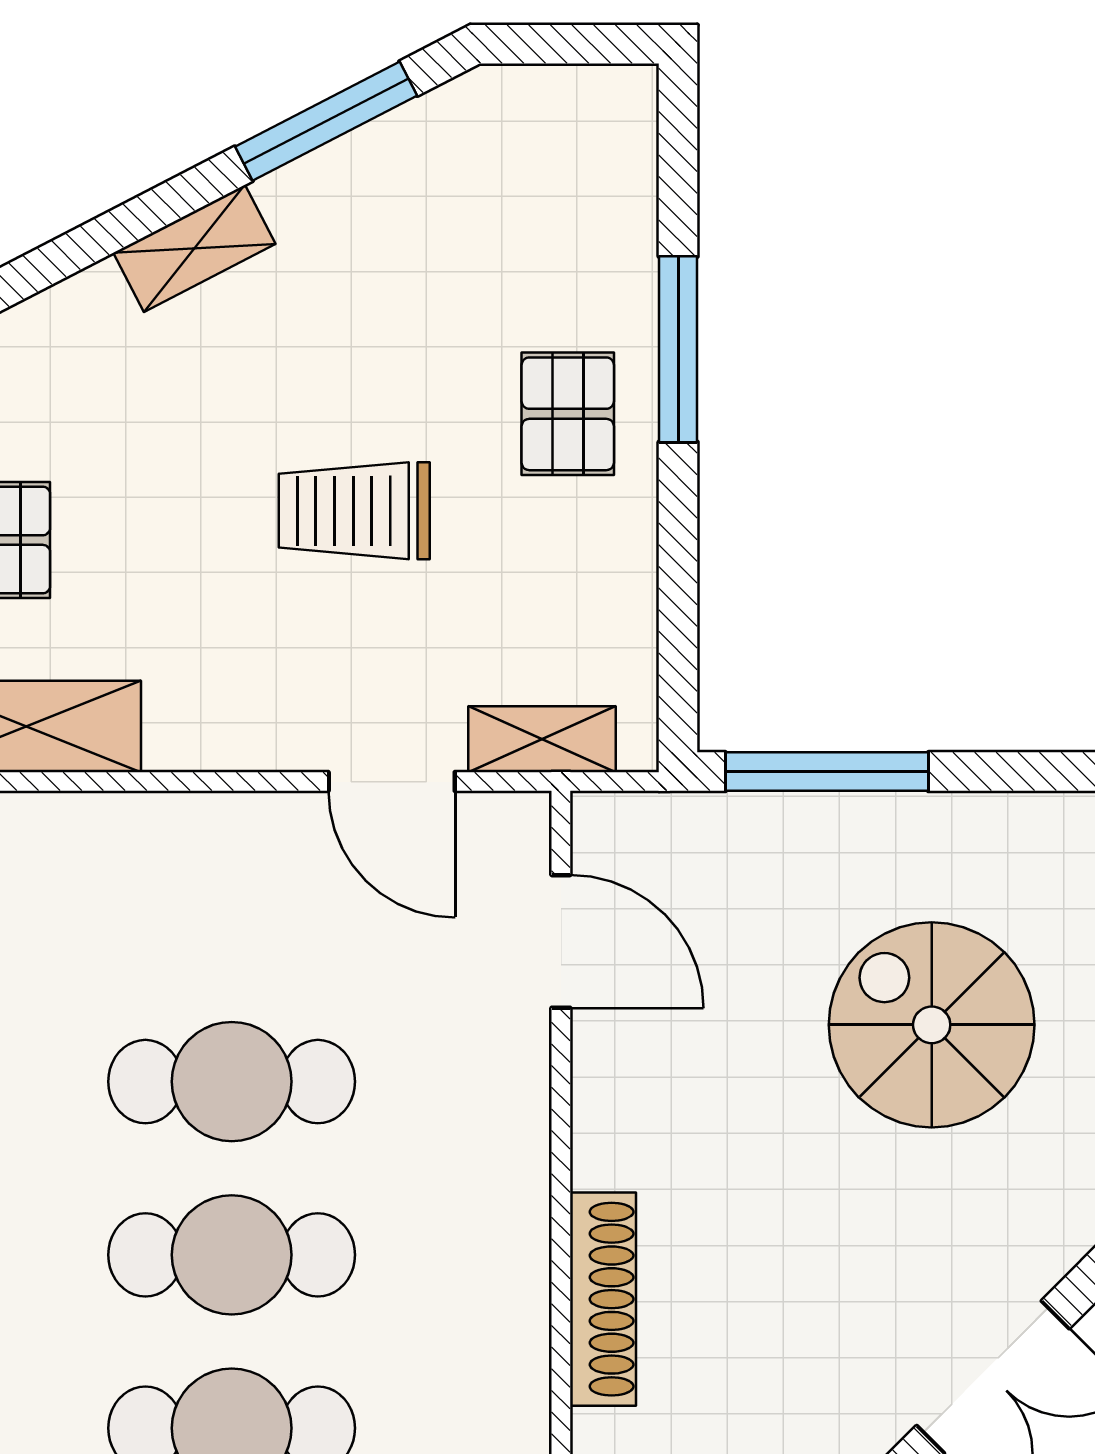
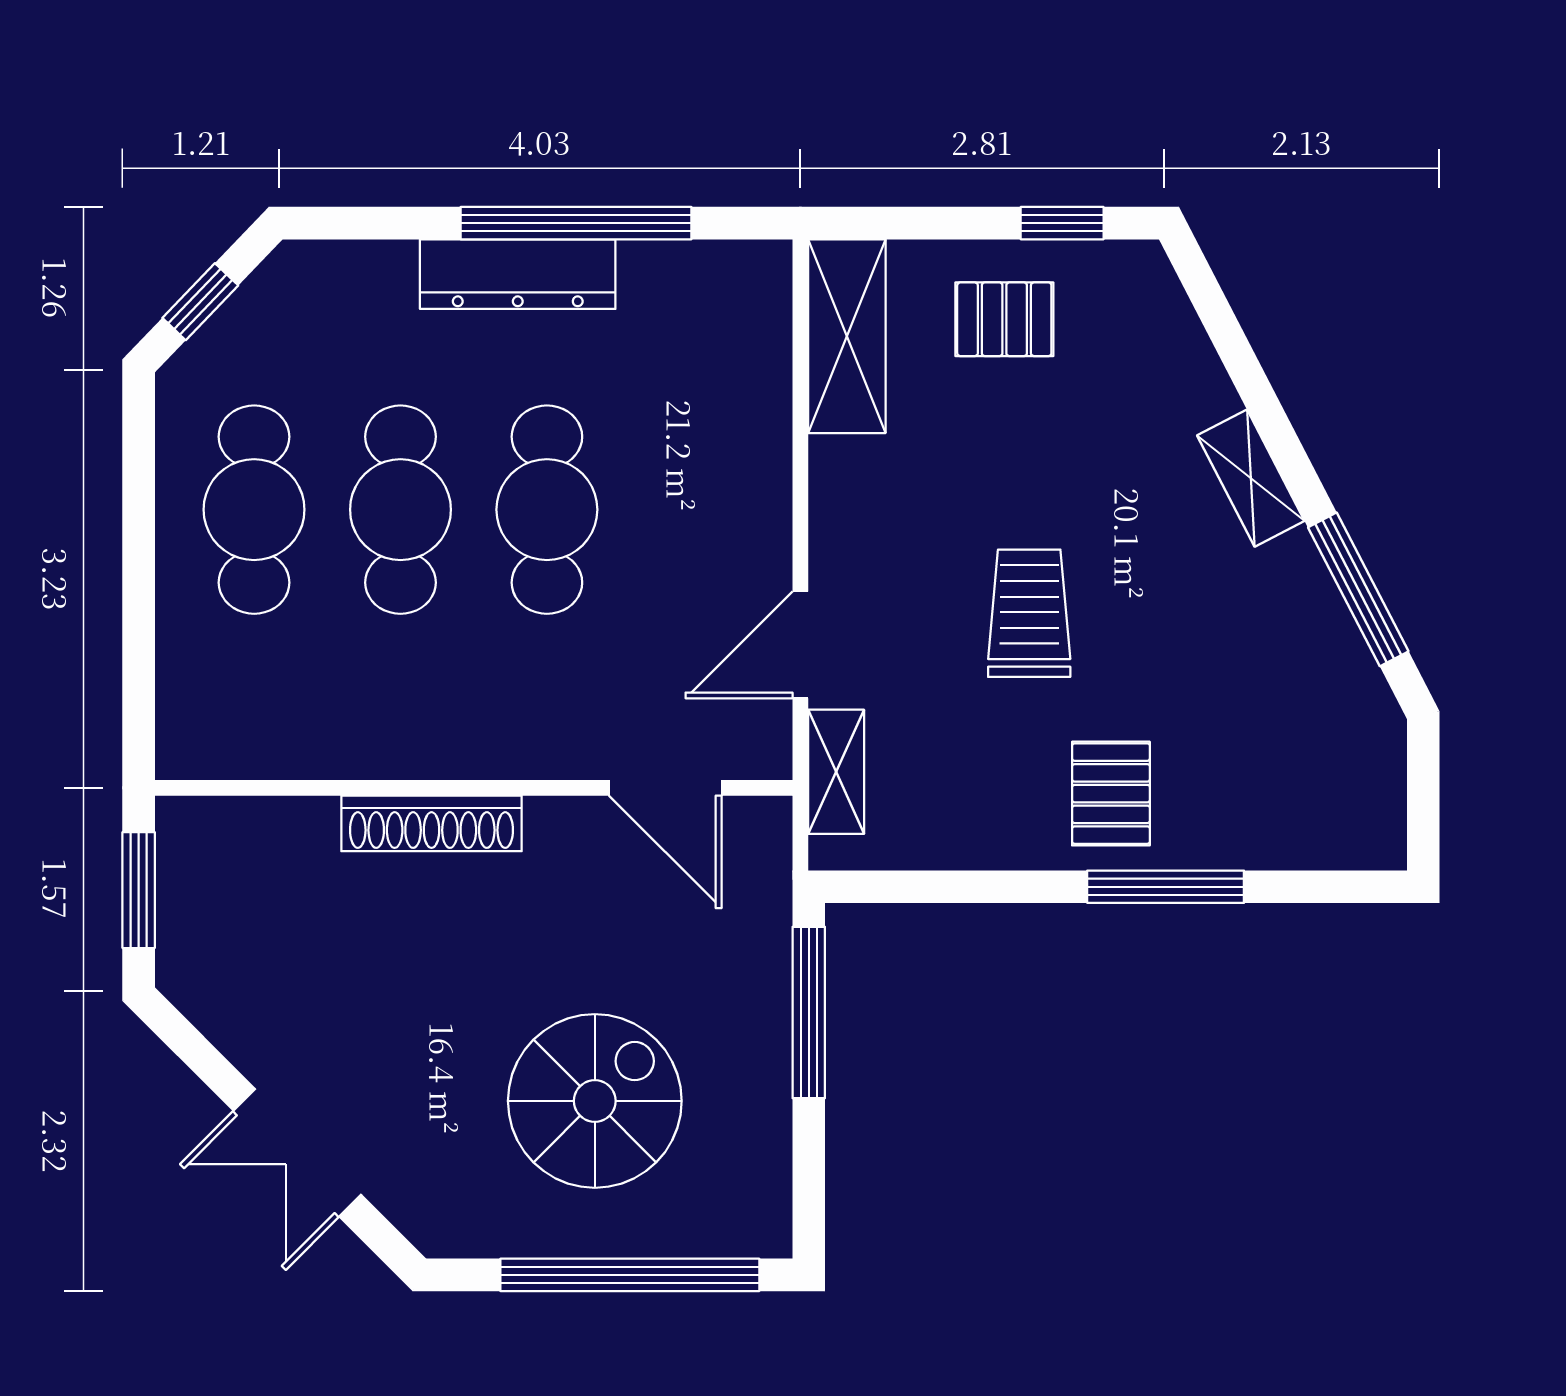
pallet: (568, 414) -> (1111, 794), turned 90
door: (561, 941) -> (665, 788), hinge flipped
shoe rack: (603, 1299) -> (431, 823), moved

